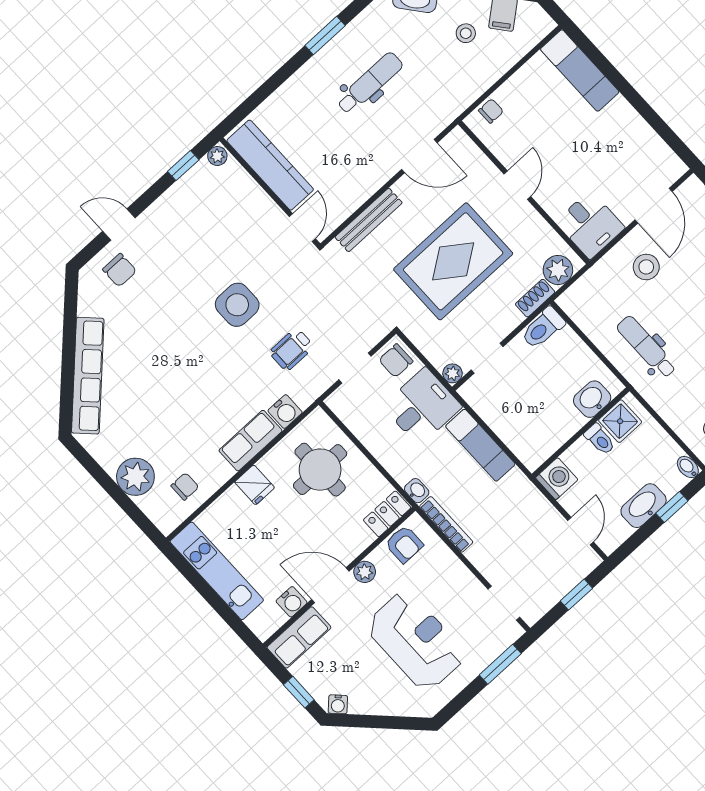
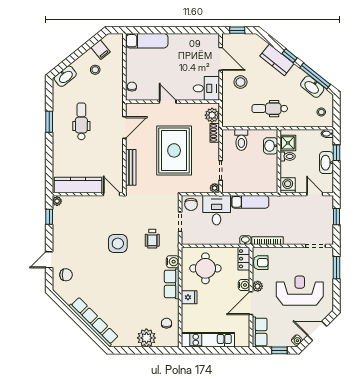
toilet: (543, 328) -> (241, 140), moved
water cooler: (292, 602) -> (244, 285), moved
door: (379, 722) -> (317, 331), added

